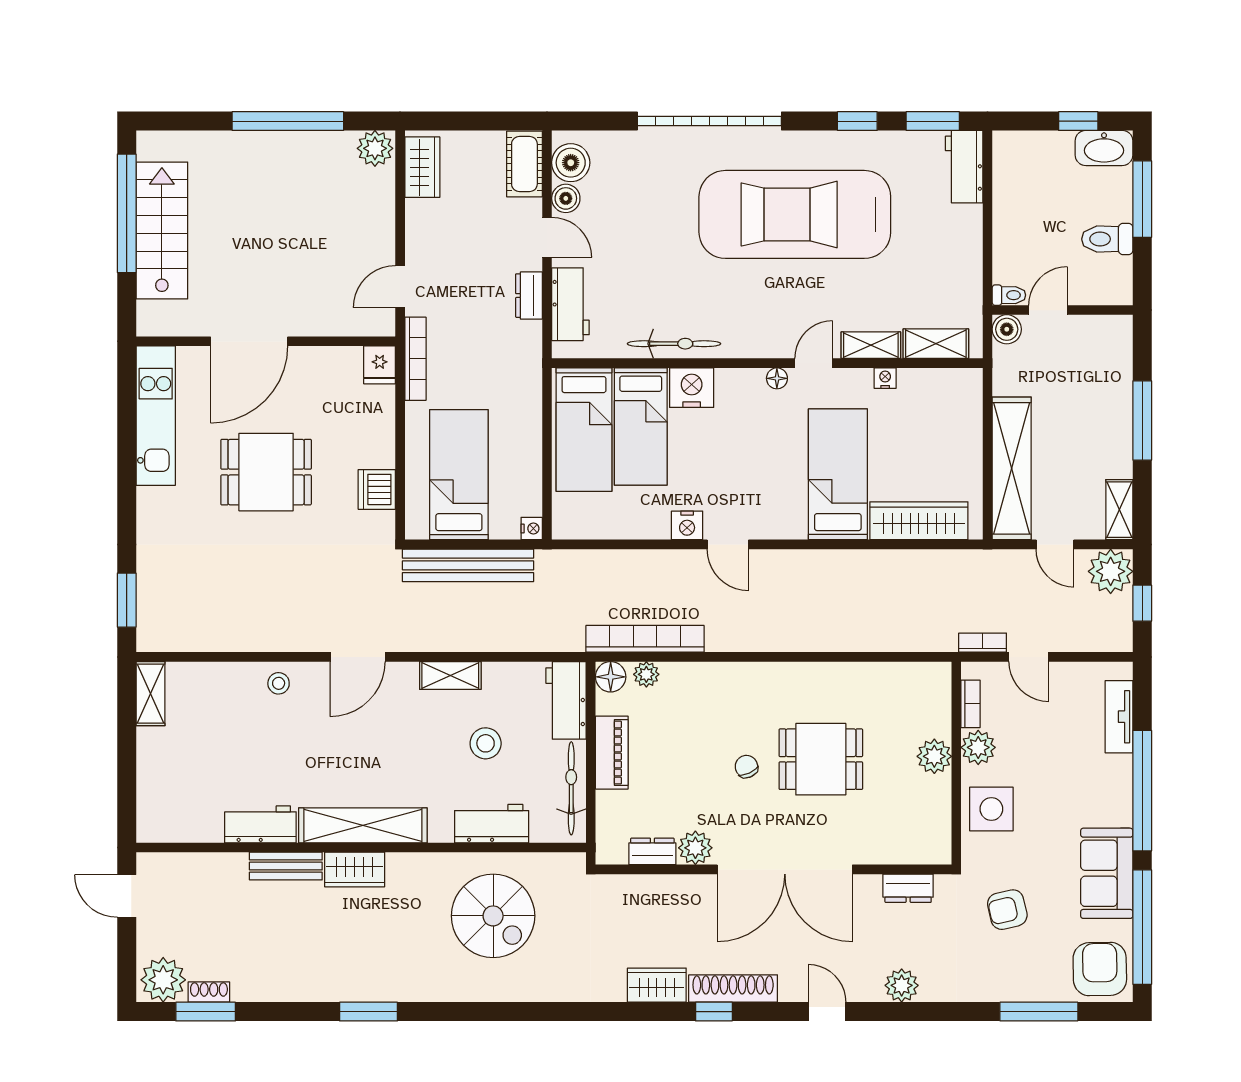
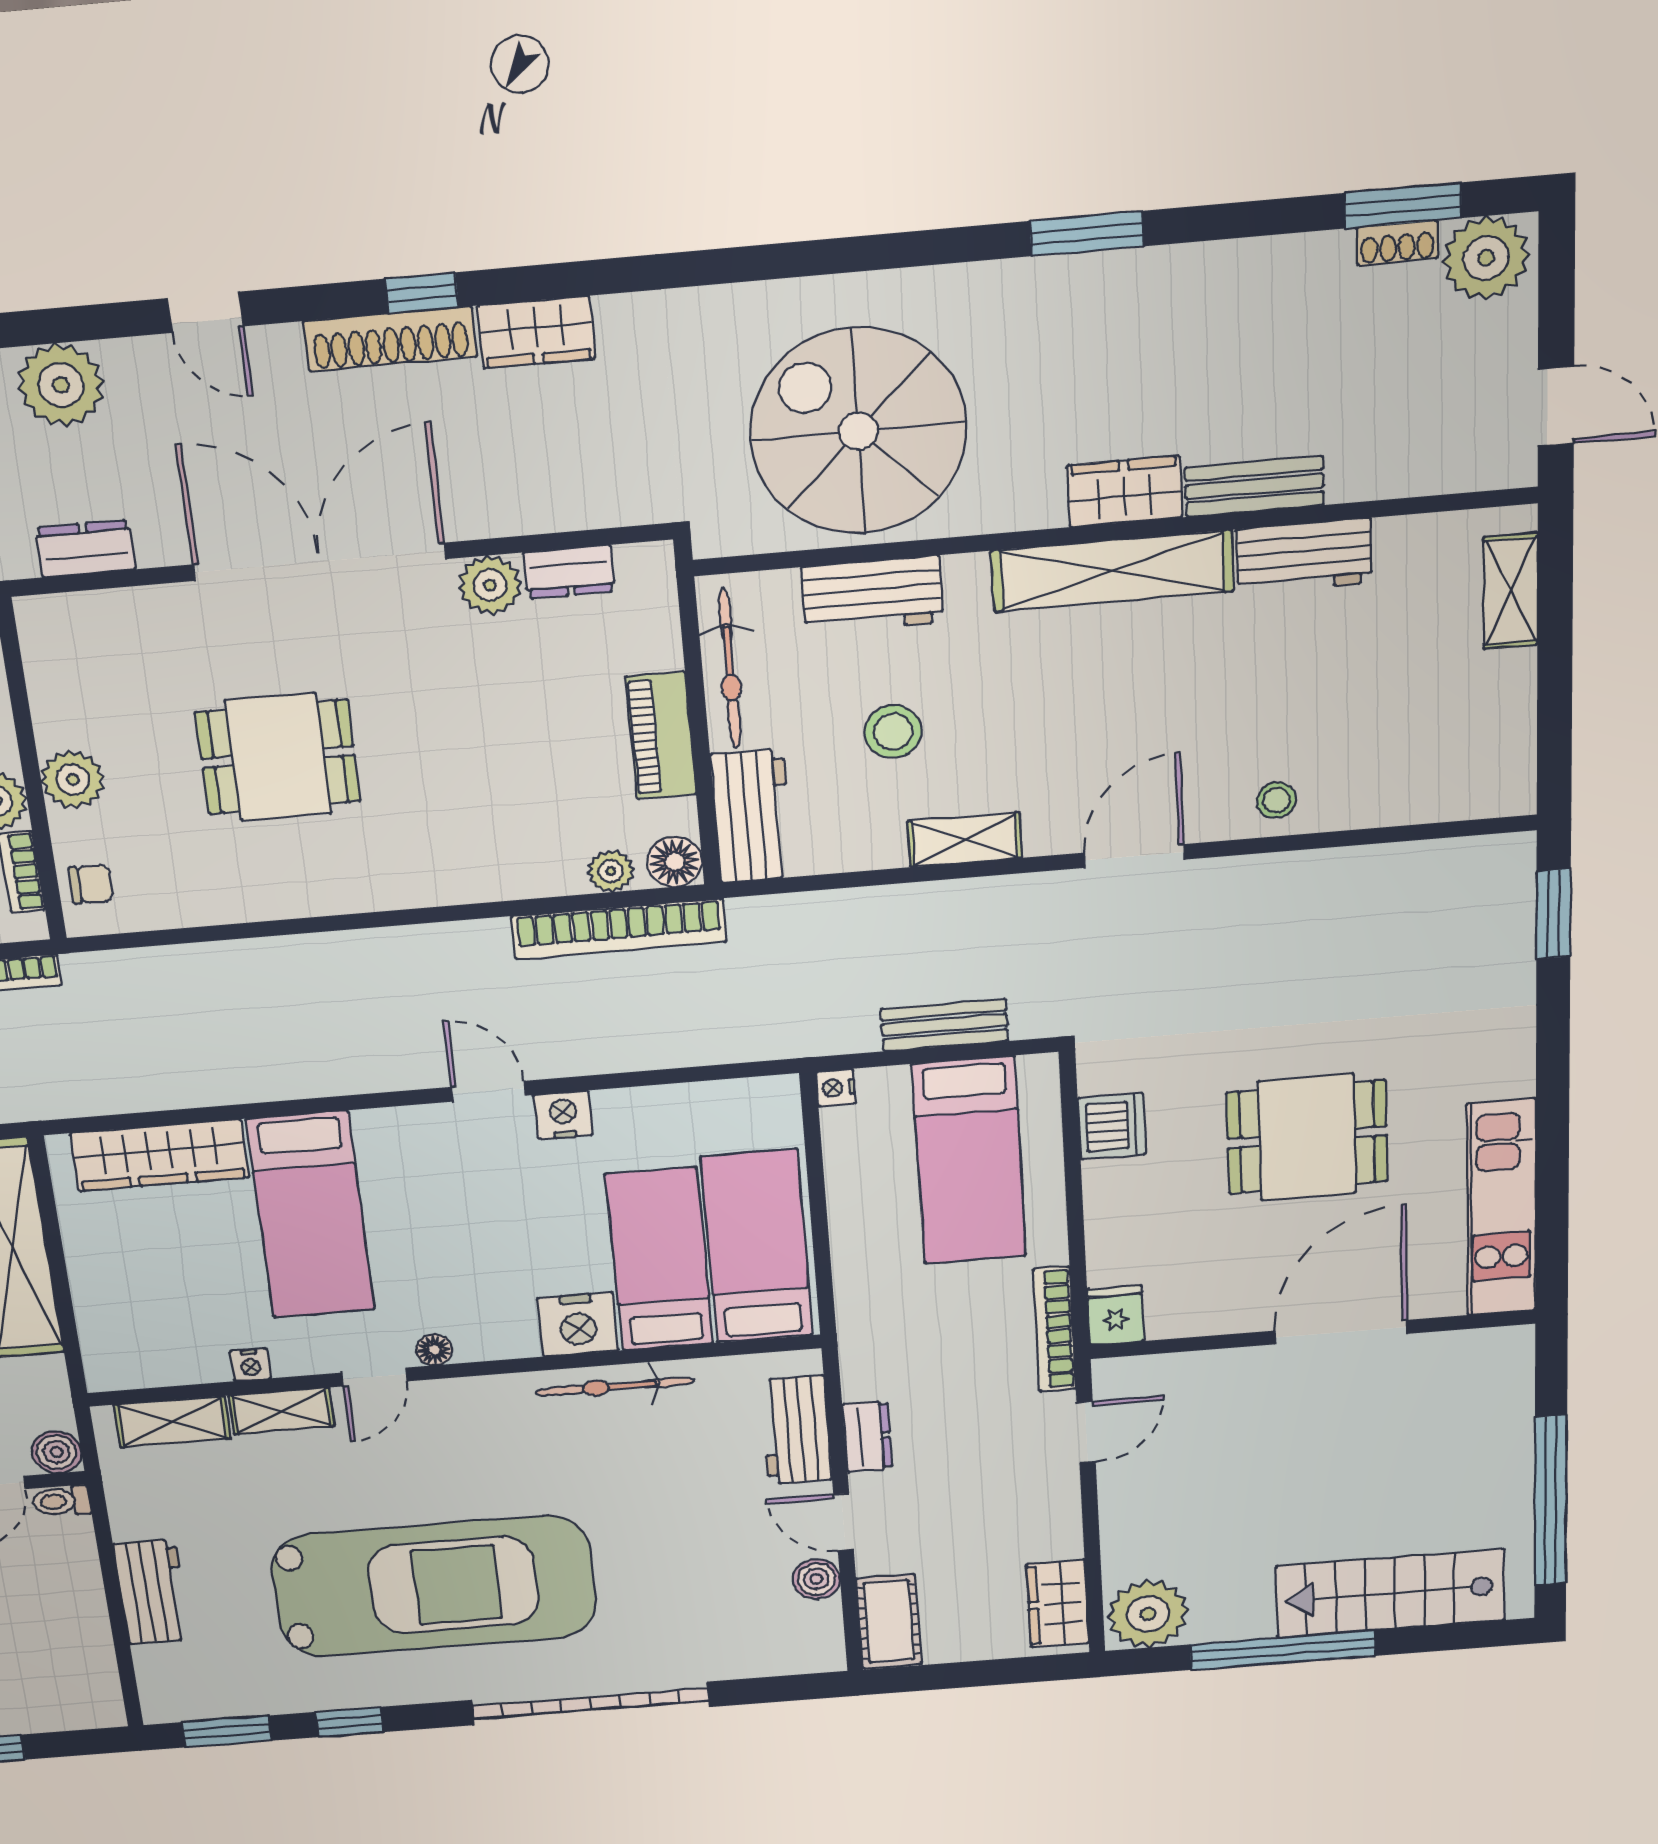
plant: (375, 148) -> (1148, 1614), width x1.36, depth x1.36
boiler: (571, 163) -> (813, 1629), removed
workbench: (964, 167) -> (152, 1592), moved
stairs: (162, 231) -> (1390, 1593), moved, turned 90
bench: (468, 565) -> (944, 1025), width x0.54, depth x0.82
shelving: (150, 694) -> (1511, 591), moved
chair: (746, 767) -> (91, 884), moved, turned -65
spiral stairs: (493, 916) -> (858, 431), width x1.37, depth x1.37
plant: (902, 985) -> (61, 385), width x1.36, depth x1.36

